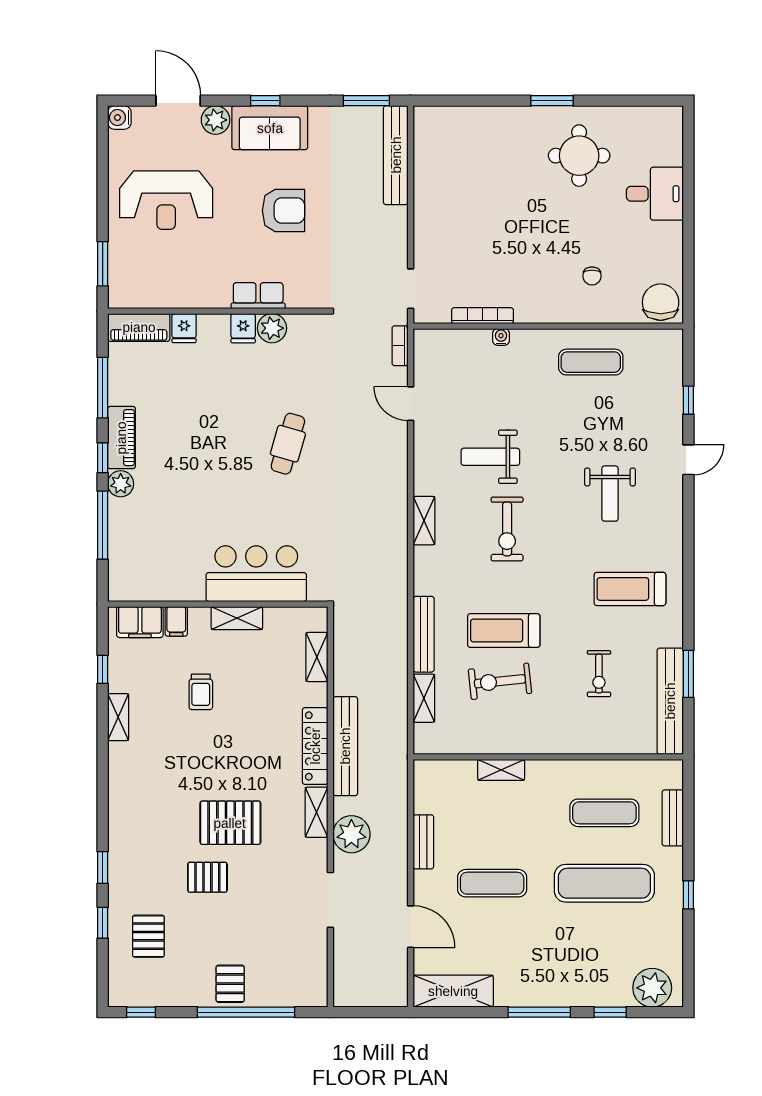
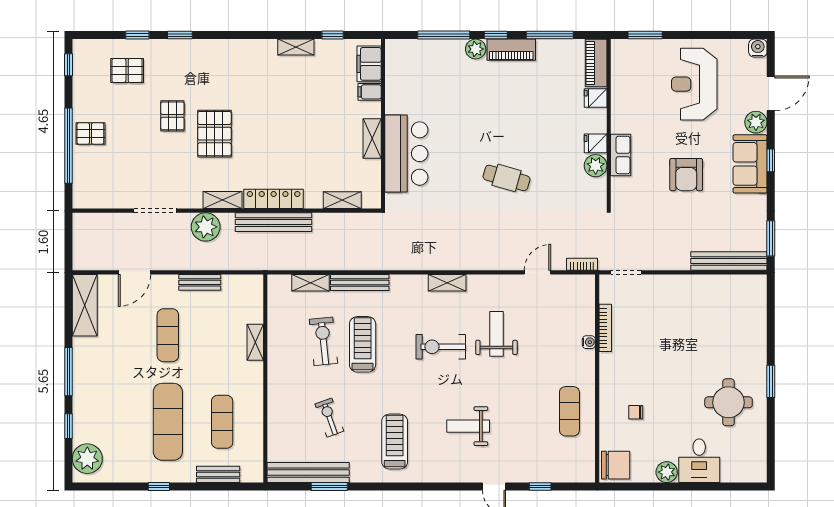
plant: (670, 236) -> (667, 472), added
exercise bike: (599, 674) -> (329, 418), turned 70
trolley: (201, 692) -> (315, 111), removed

